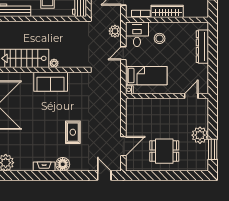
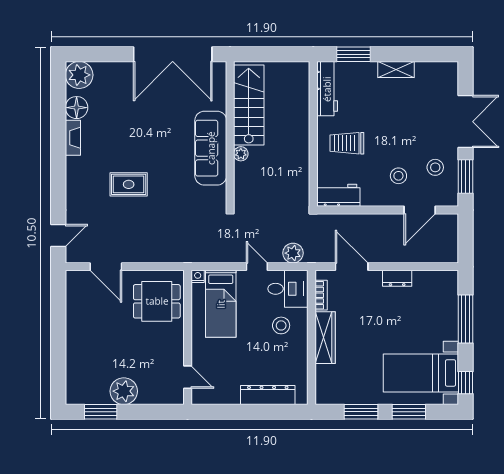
sofa: (51, 82) -> (211, 148), width x1.36
dining table: (164, 151) -> (157, 301), moved, turned 90
floor lamp: (63, 164) -> (77, 108), moved

